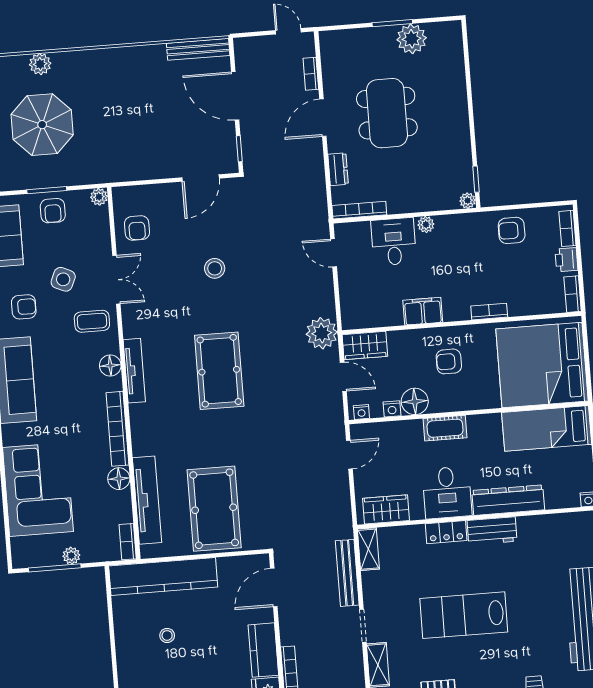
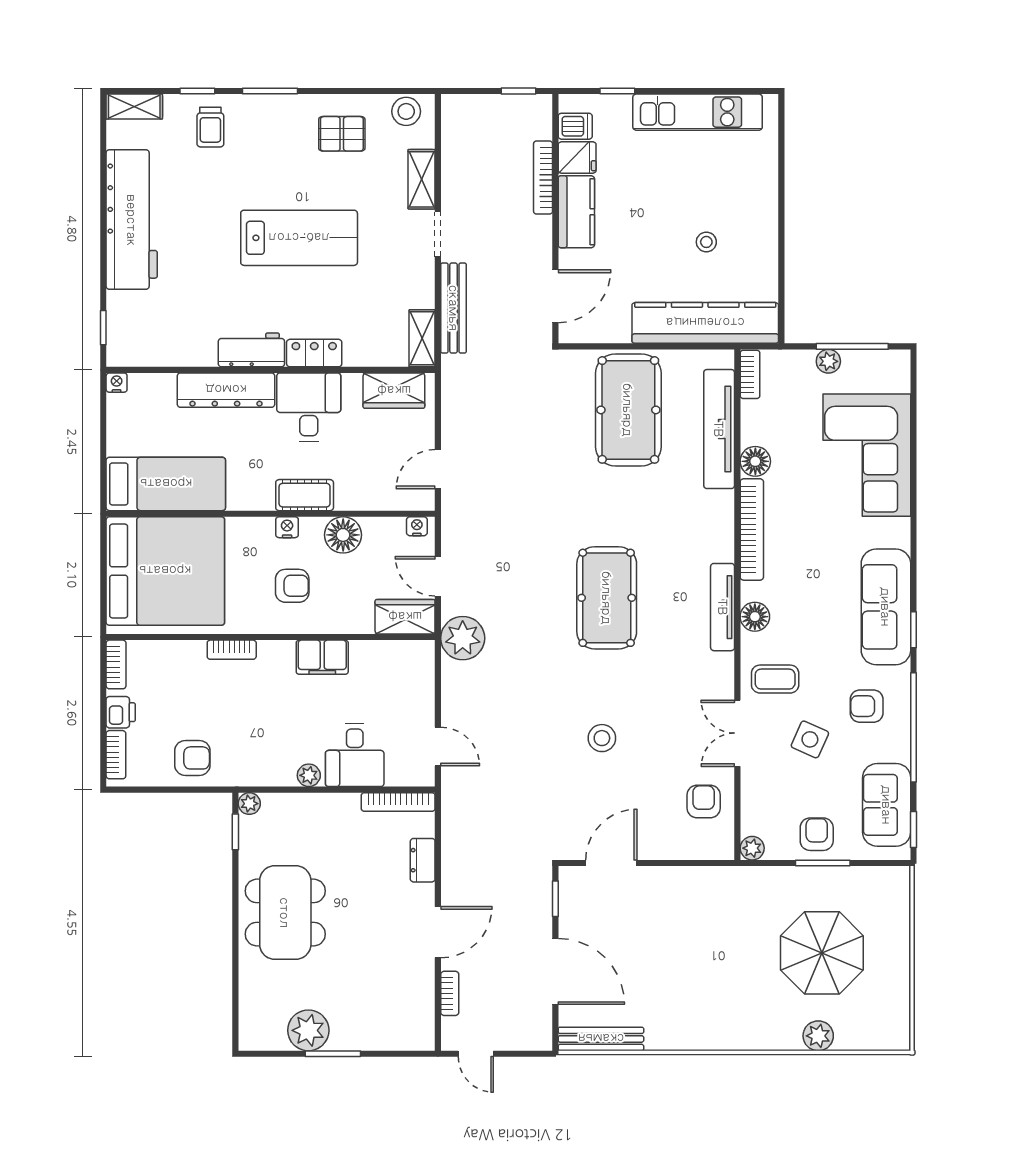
dining table: (387, 113) -> (285, 913), moved
nightstand: (392, 409) -> (287, 527), moved

